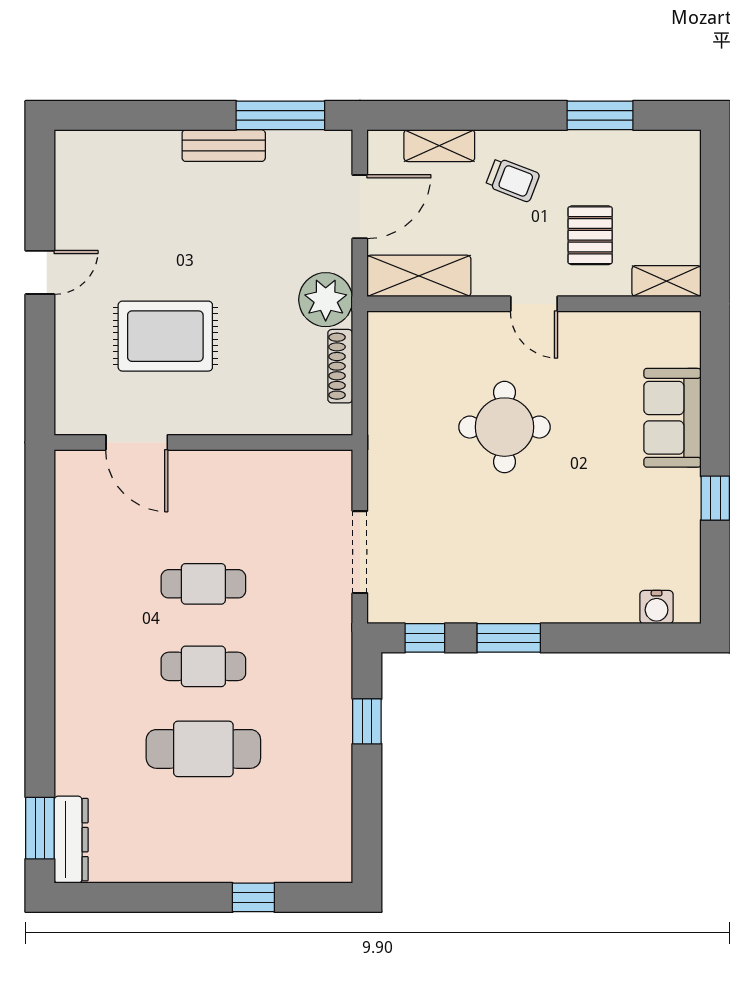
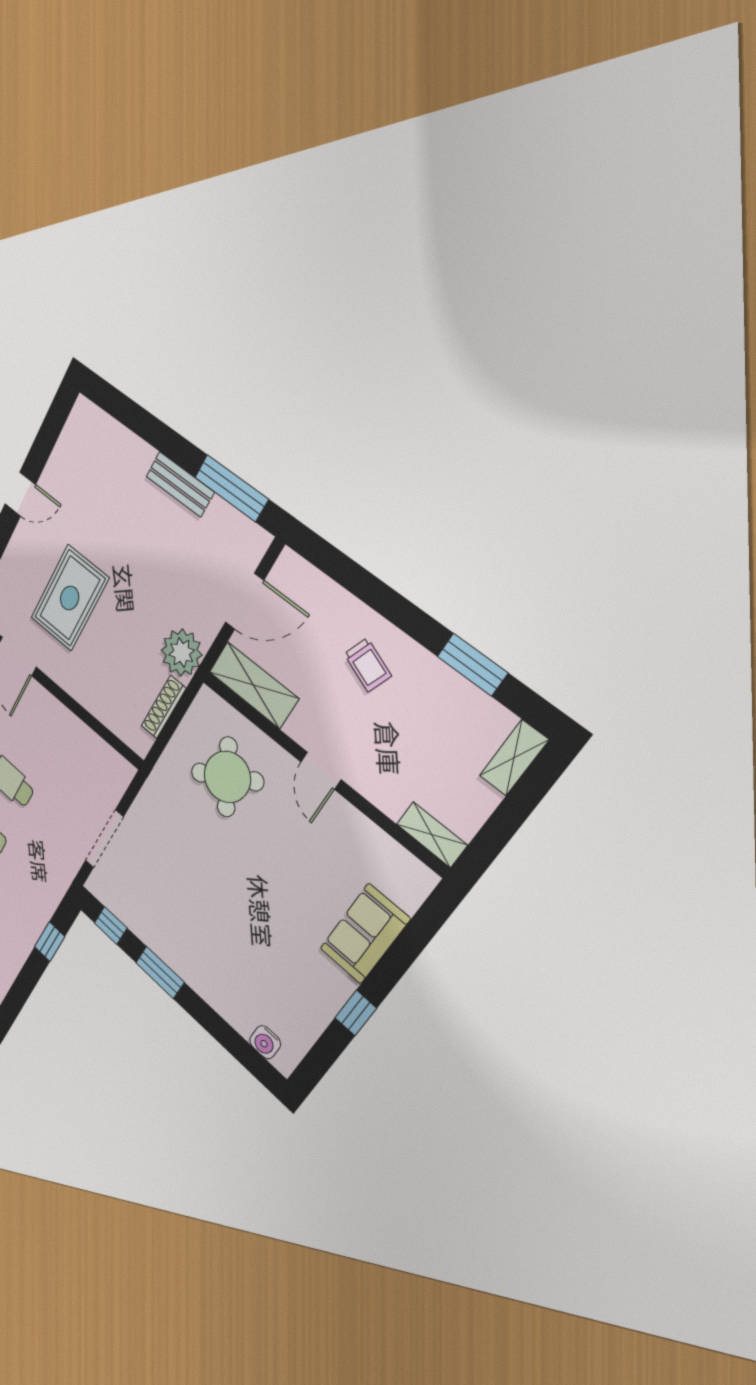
shelving: (439, 146) -> (514, 758), moved, turned 90
pallet: (590, 235) -> (397, 753), removed
rug: (165, 336) -> (70, 598), turned 90
round table: (504, 427) -> (227, 777), moved, turned -31

